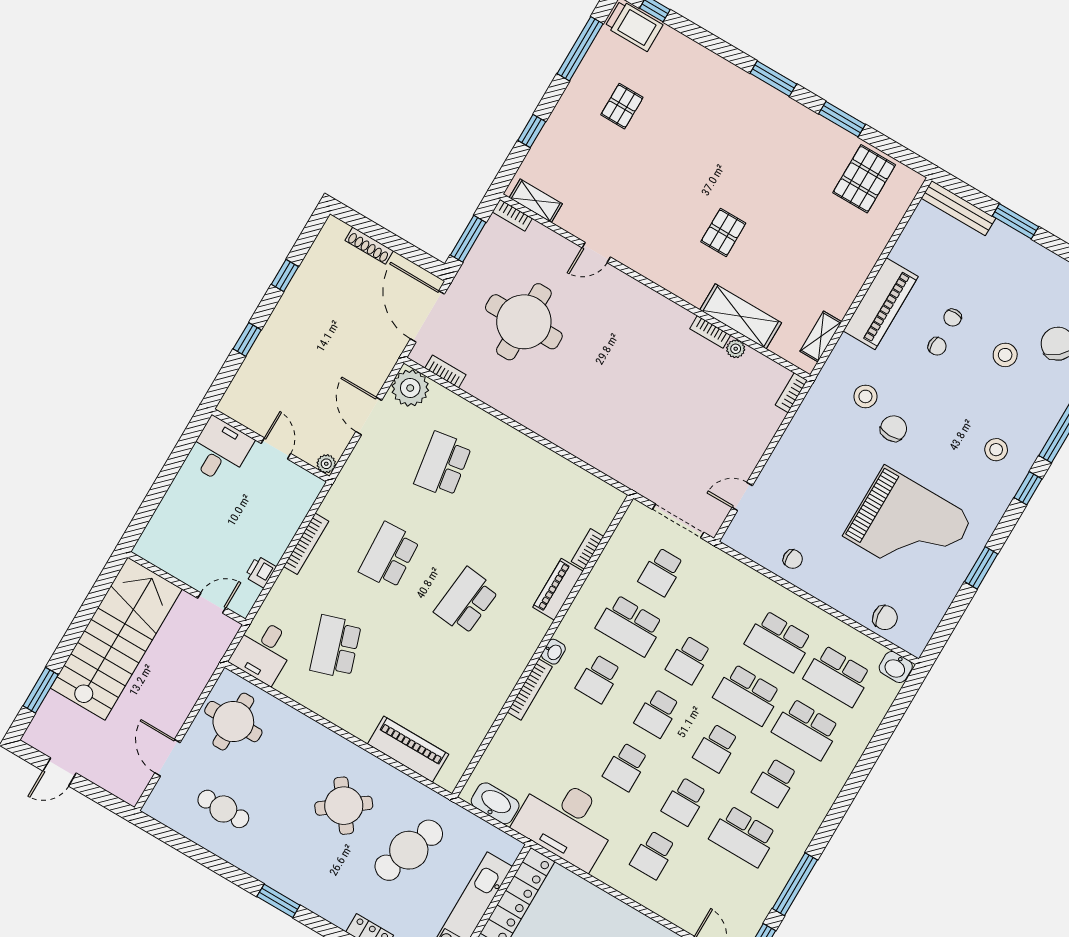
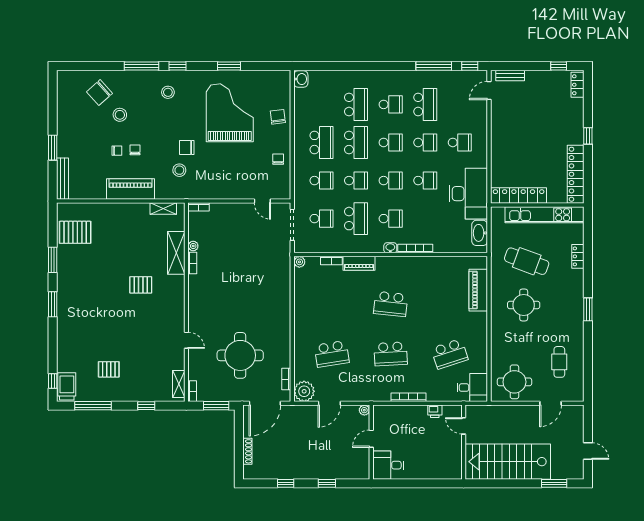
plant: (614, 499) -> (299, 262), added
chair: (885, 618) -> (278, 117), moved
school desk: (838, 676) -> (321, 181), moved, width x0.54
round table: (344, 806) -> (524, 305), turned 37

